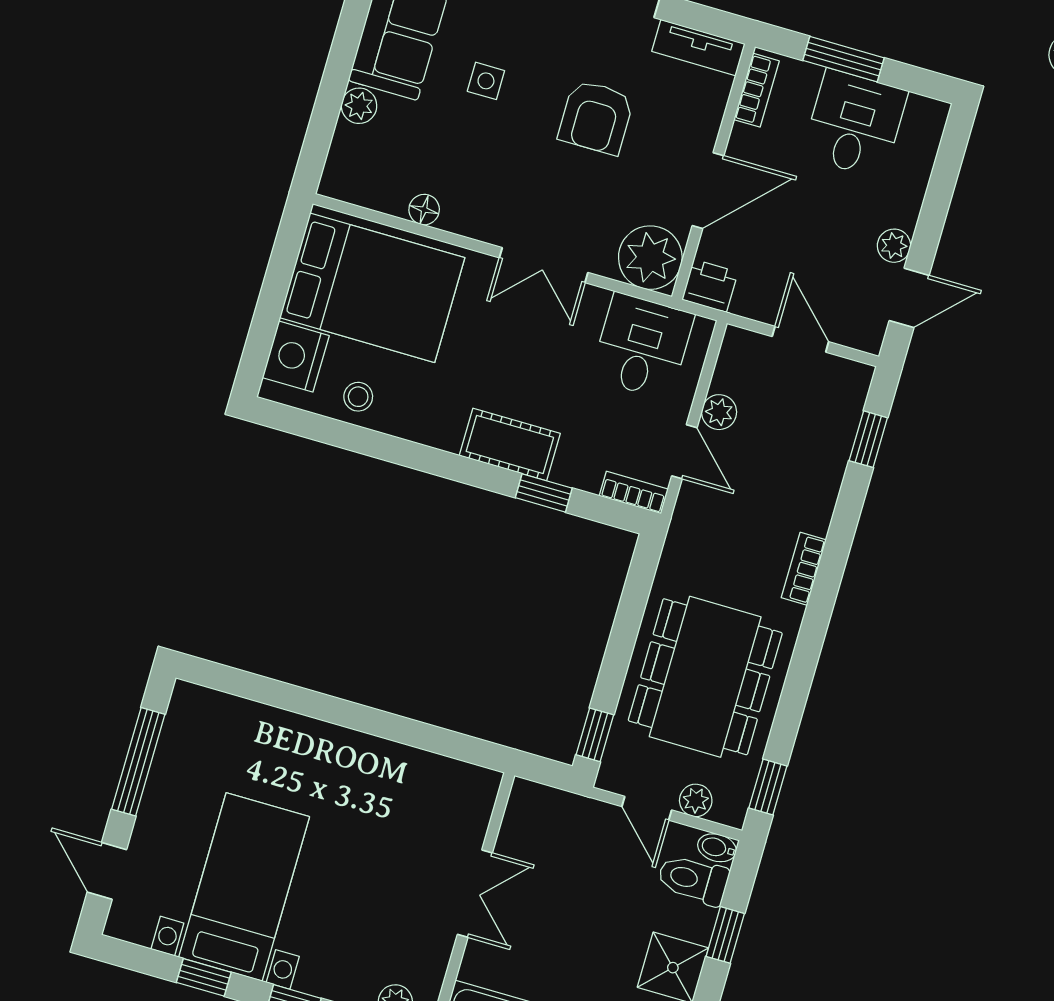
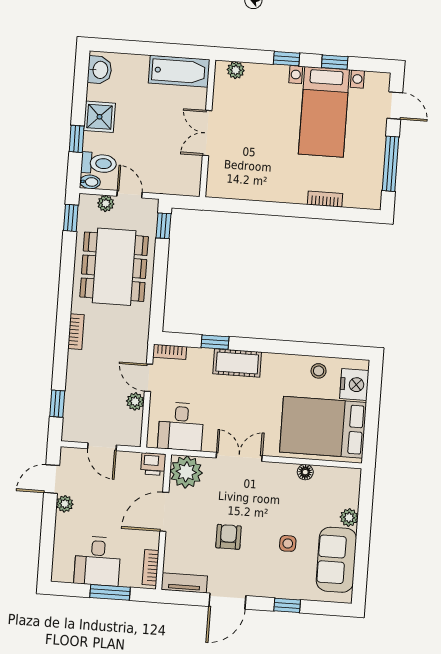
armchair: (596, 117) -> (228, 537), width x0.72, depth x0.72
bookcase: (277, 721) -> (325, 199), added

